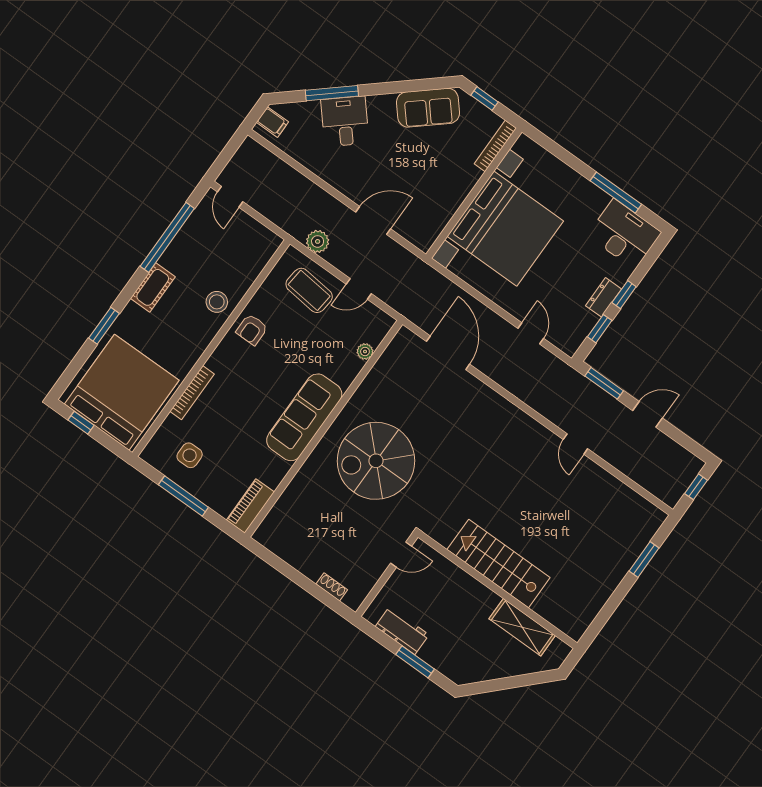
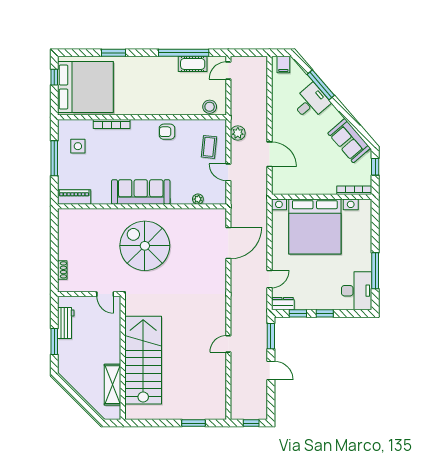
cot: (153, 287) -> (193, 64), moved
coffee table: (309, 290) -> (209, 147), width x0.73, depth x0.77
dresser: (603, 297) -> (283, 304), moved
stool: (217, 302) -> (210, 107), moved
stairs: (499, 564) -> (143, 360), width x1.36, depth x1.51

